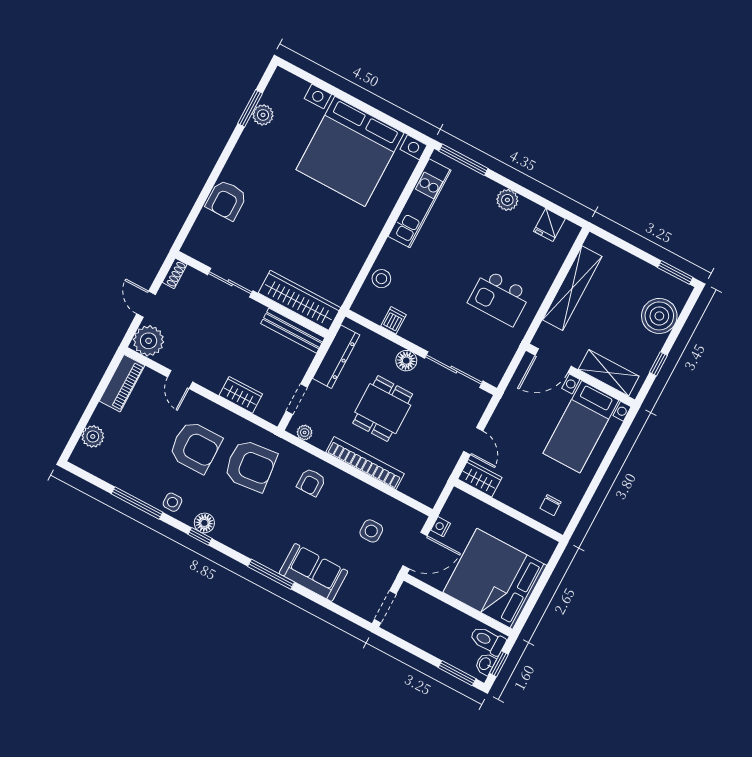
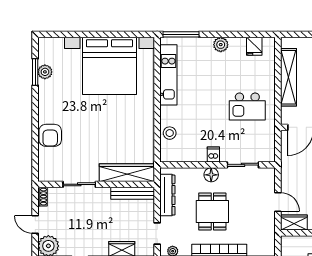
dishwasher: (393, 320) -> (213, 154), moved
sliding door: (454, 370) -> (243, 165), width x0.73

